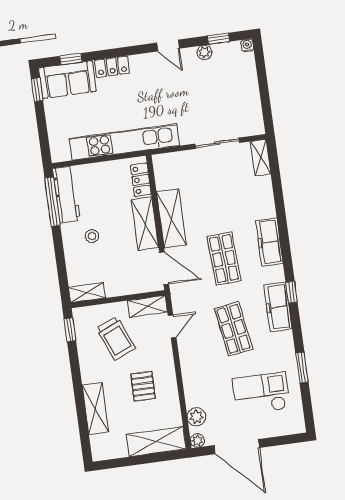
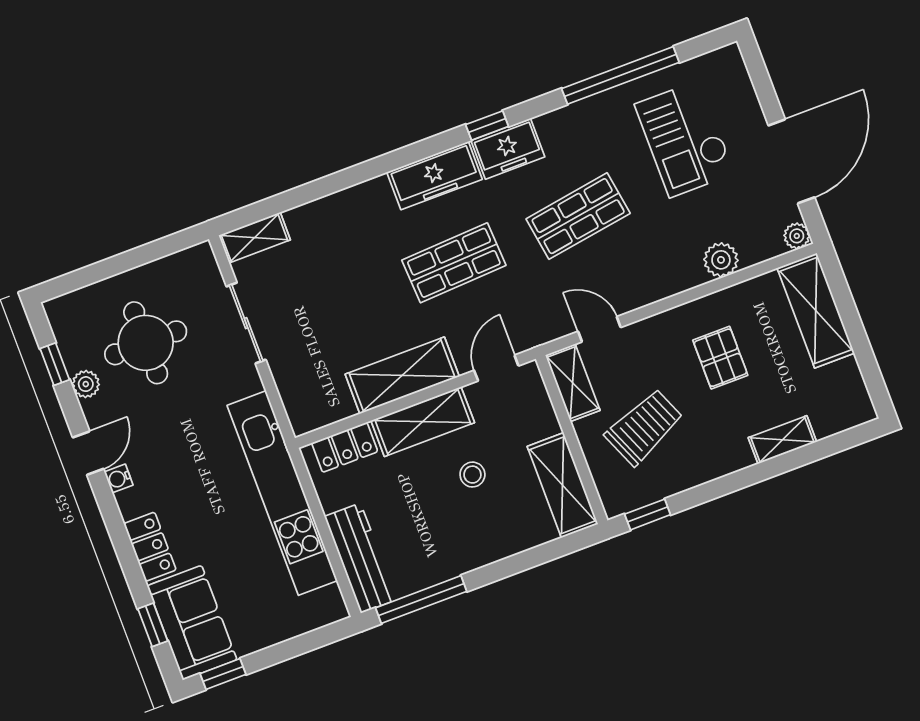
water cooler: (247, 45) -> (119, 478), moved
round table: (219, 89) -> (146, 343), added
workbench: (66, 195) -> (361, 558), moved, turned 90
stool: (92, 236) -> (472, 475), moved
freezer: (269, 242) -> (435, 176), moved
door: (164, 268) -> (496, 368), width x0.73
shelving: (87, 293) -> (563, 485), width x1.50, depth x1.33
freezer: (278, 307) -> (508, 149), width x0.71
window: (302, 368) -> (620, 75), width x2.11
pallet: (143, 386) -> (720, 358), turned 90
shelving: (95, 409) -> (782, 440), width x0.67, depth x0.75
plant: (196, 417) -> (721, 260), moved

